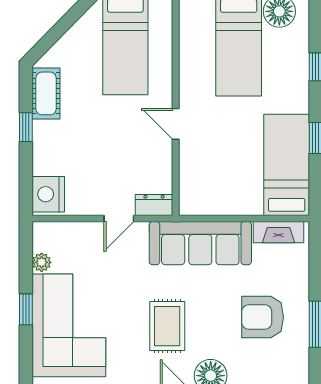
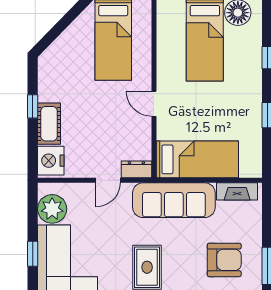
cot: (46, 93) -> (49, 124), moved
bed: (287, 165) -> (197, 159), moved, turned 90
plant: (42, 262) -> (52, 209), width x1.88, depth x1.88
armchair: (263, 317) -> (224, 260), turned 180

